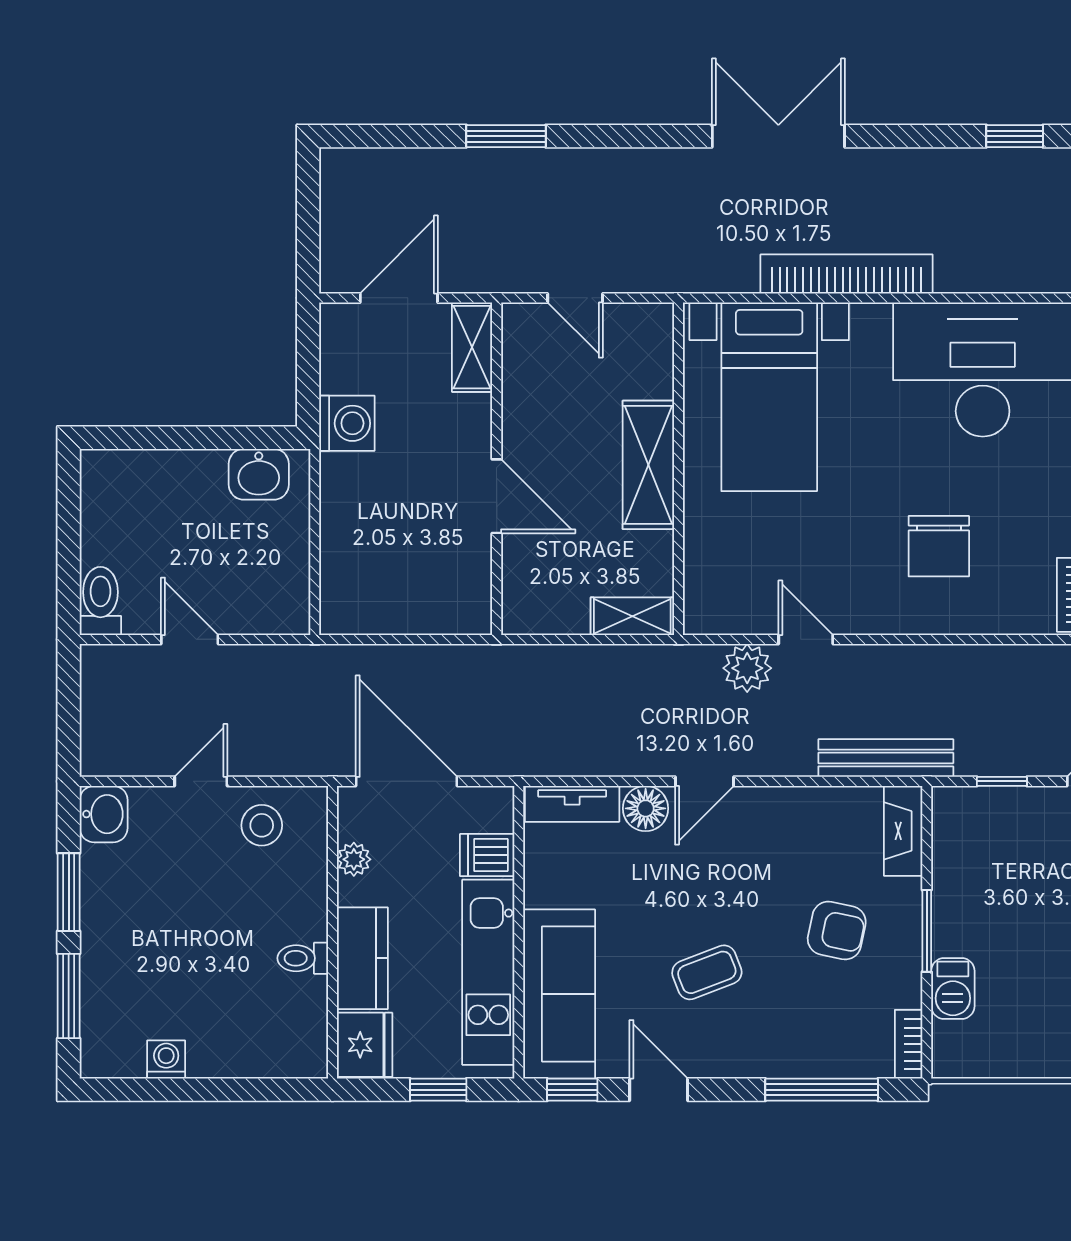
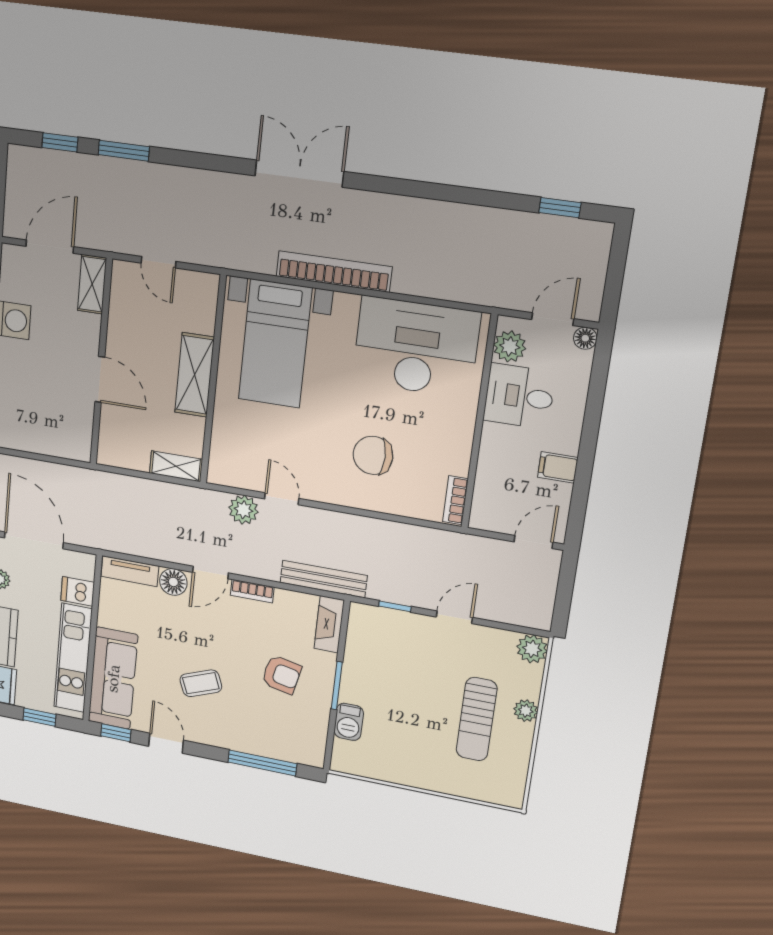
window: (1015, 136) -> (60, 142), moved
chair: (939, 546) -> (373, 455), turned 90
bookcase: (909, 1044) -> (252, 591), moved, turned -90

